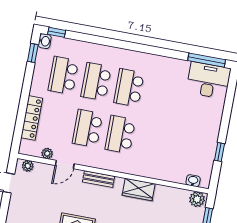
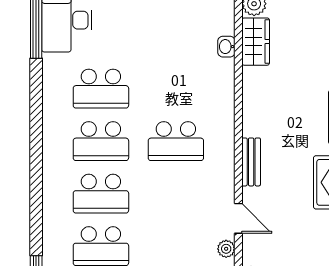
school desk: (87, 128) -> (101, 89), moved
washbasin: (193, 181) -> (226, 47), moved
wardrobe: (139, 189) -> (256, 42), moved

